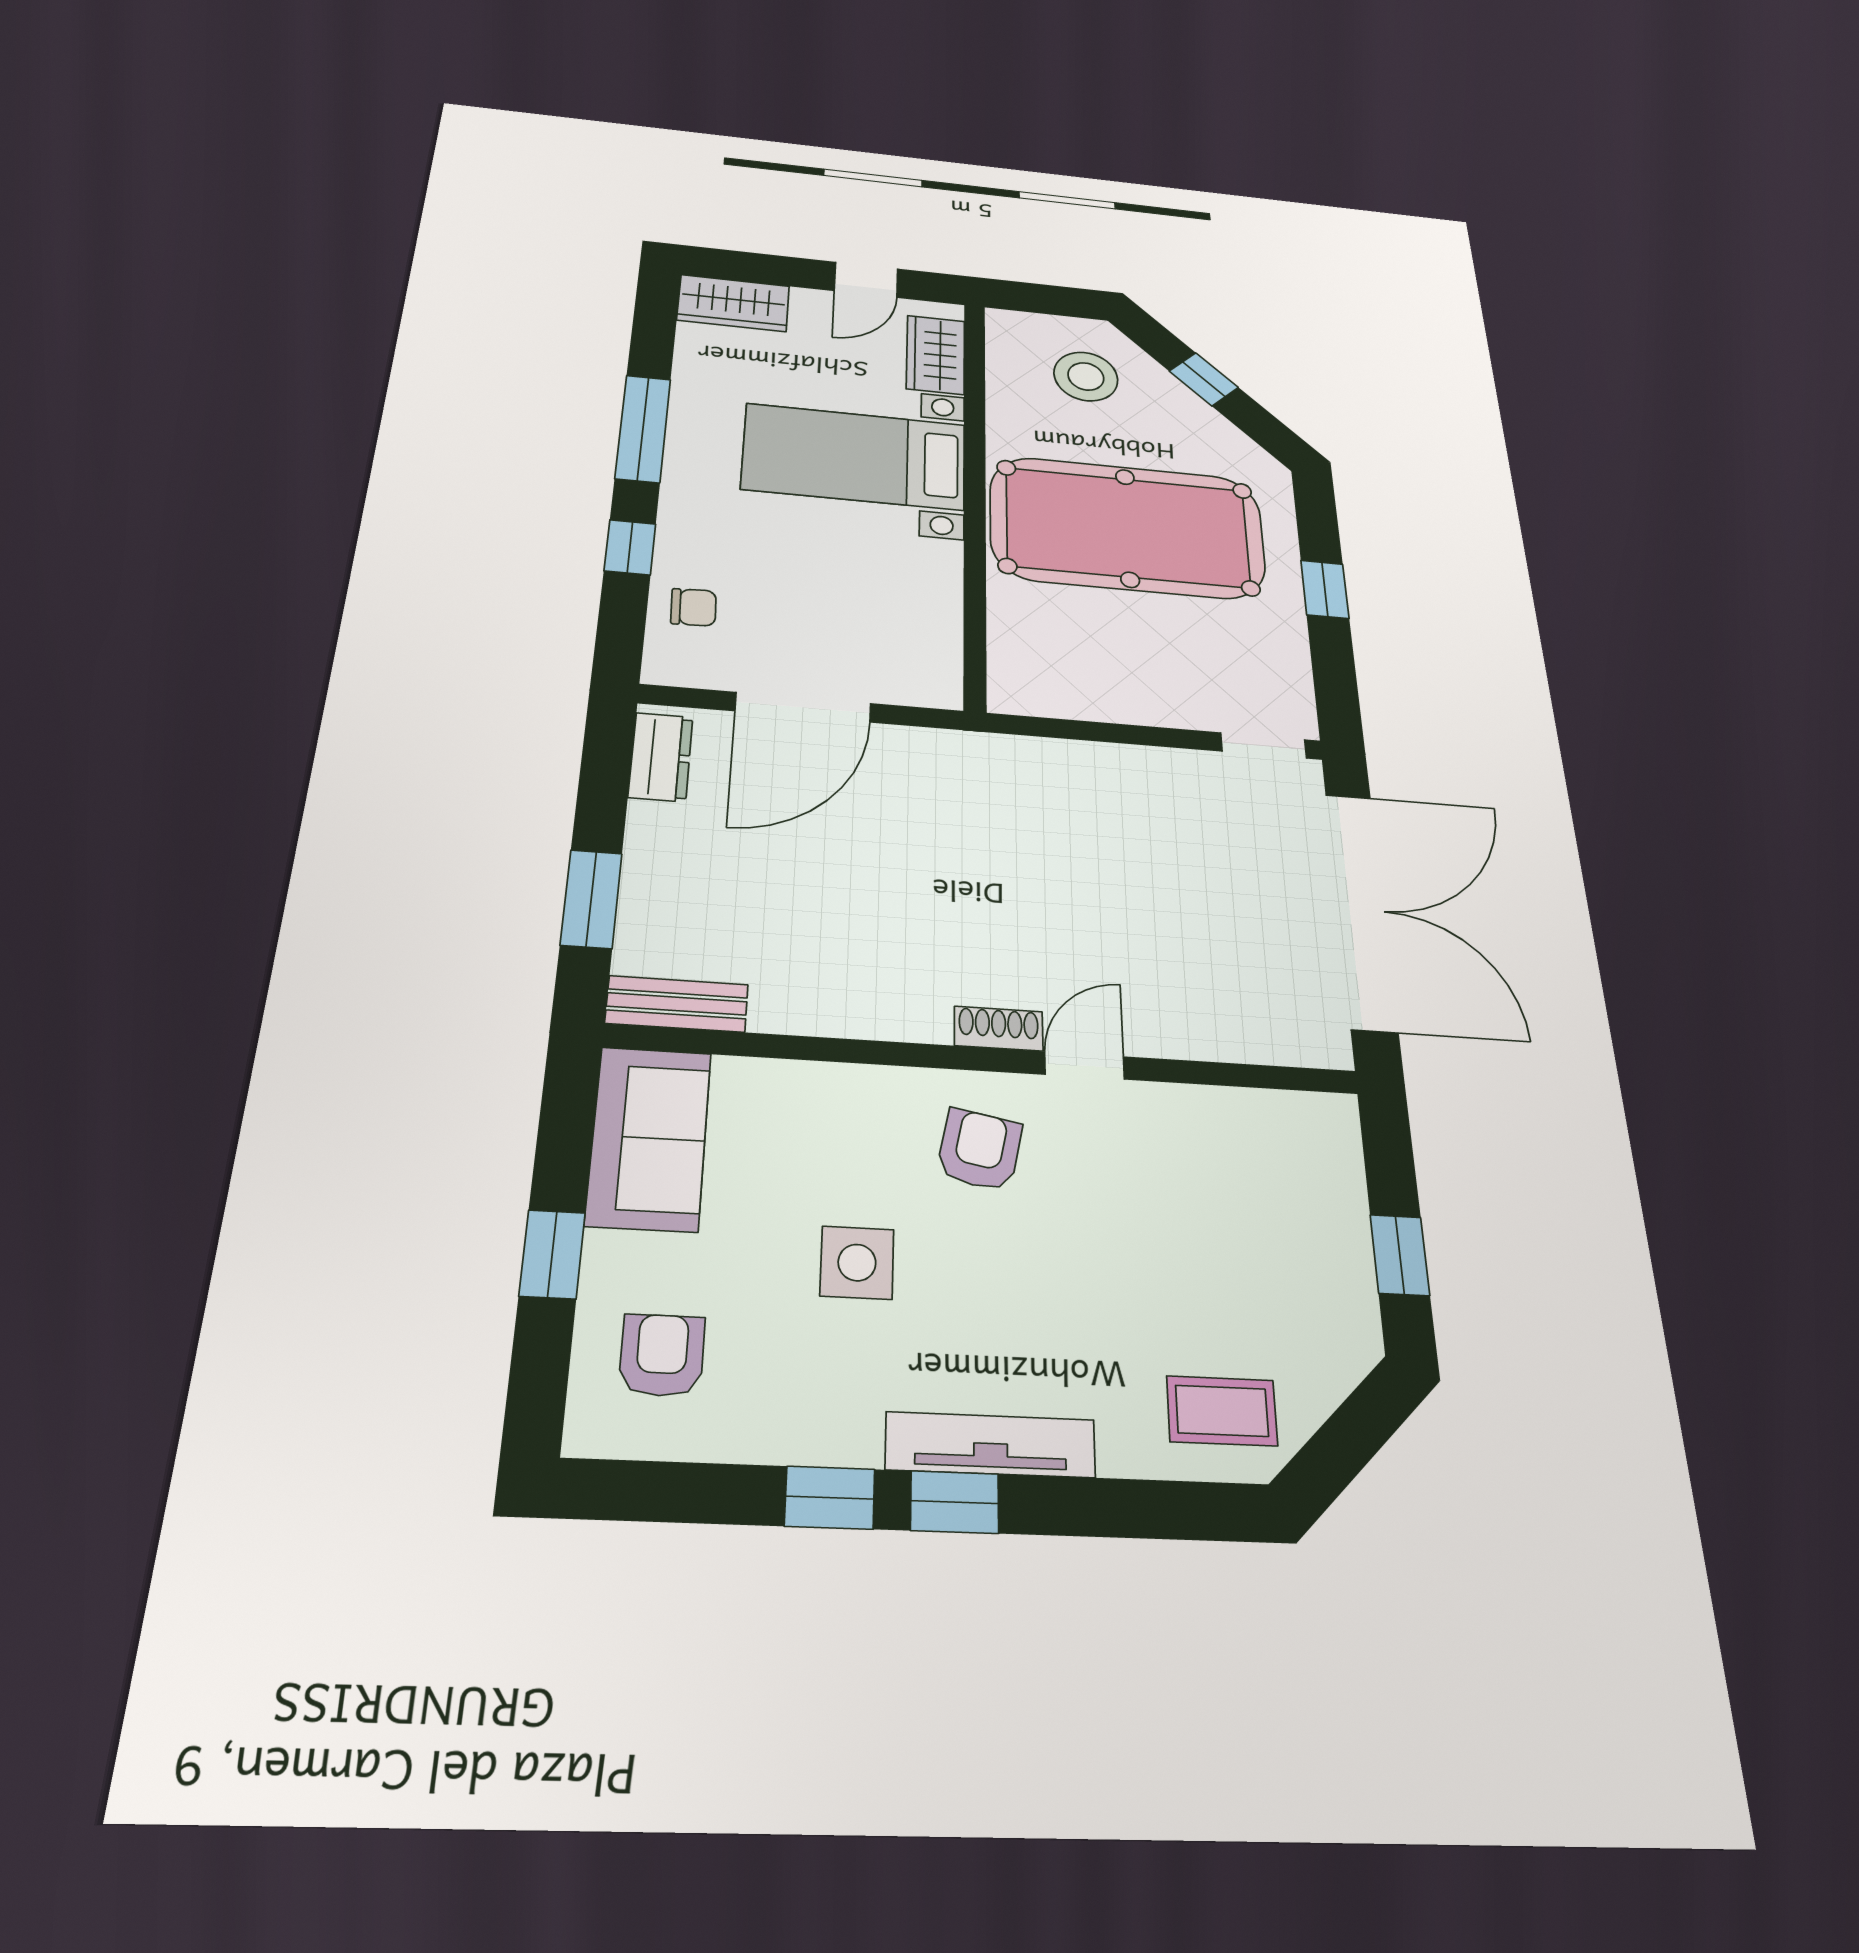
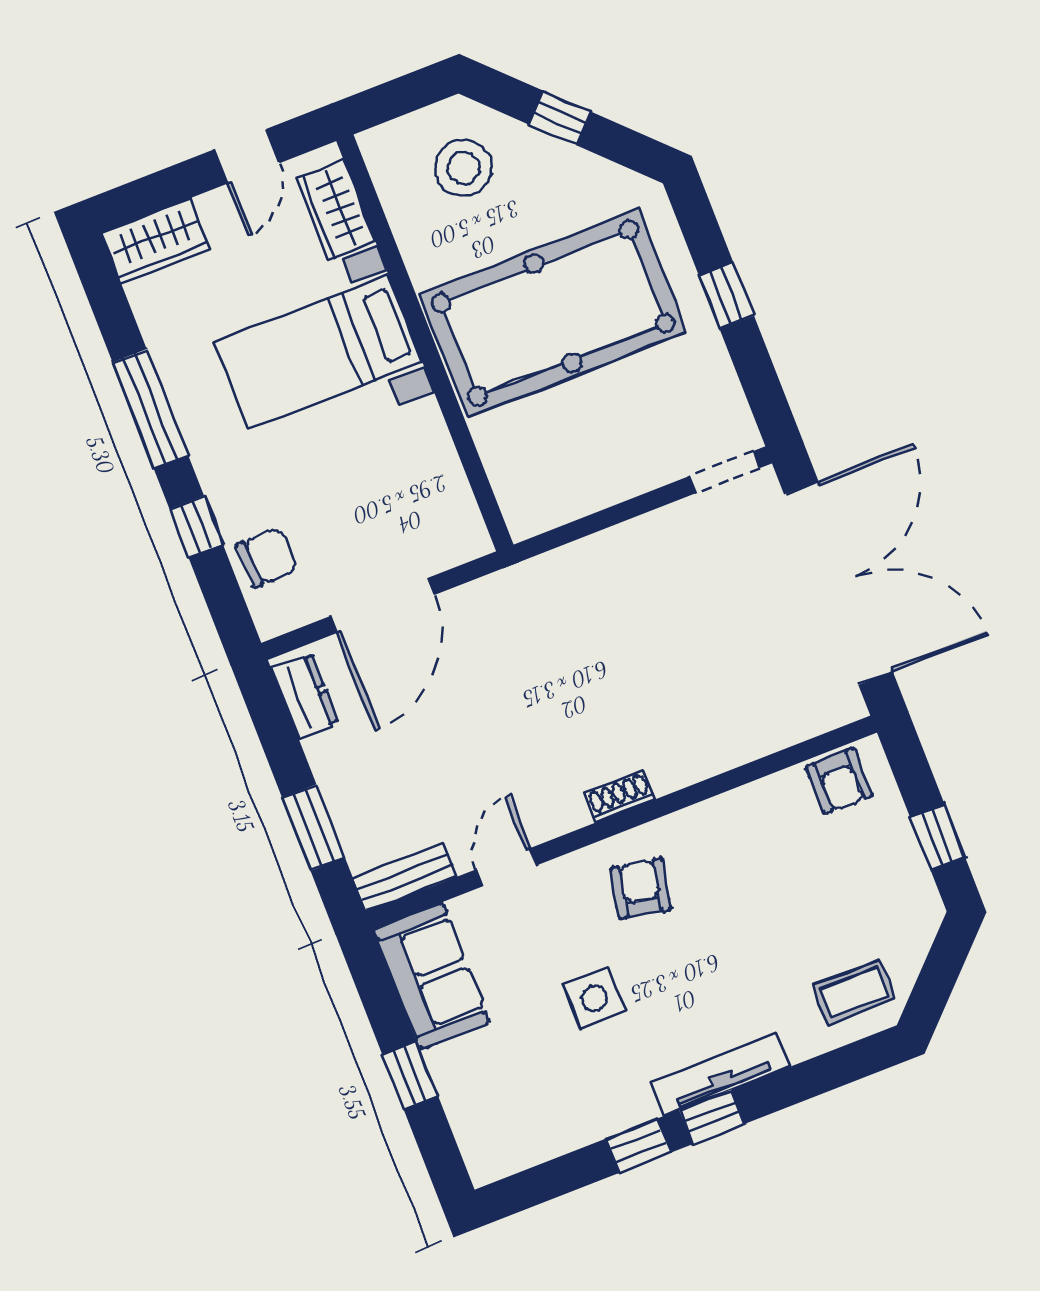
chair: (694, 607) -> (267, 557), width x1.37, depth x1.37
door: (1084, 1065) -> (507, 867), moved
armchair: (662, 1355) -> (839, 781), moved, turned 180

